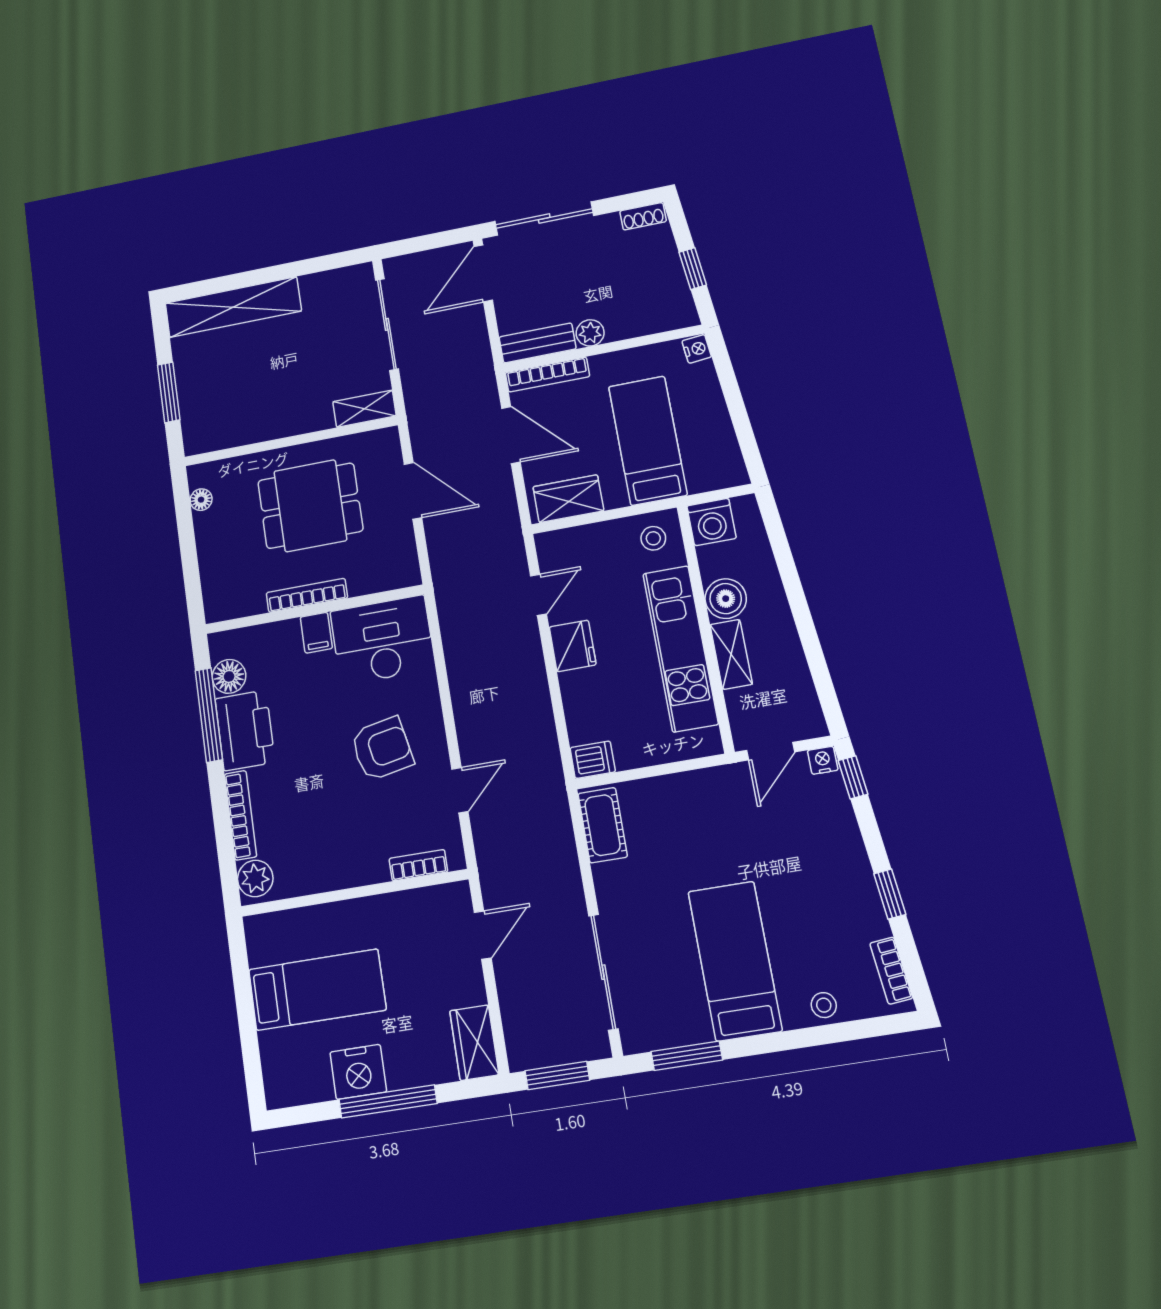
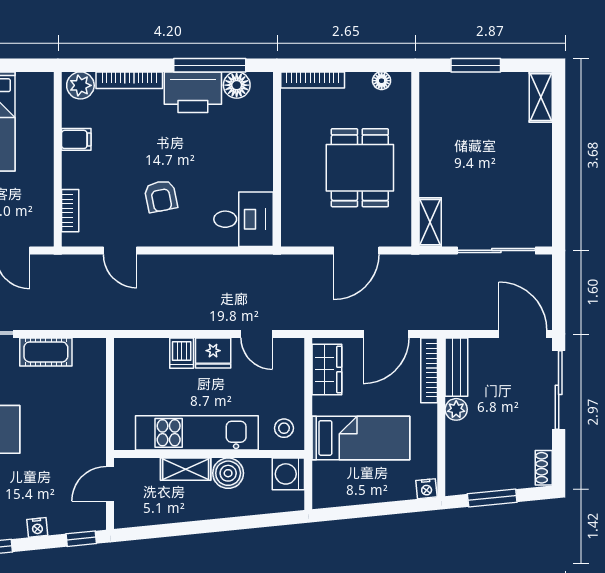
window: (693, 269) -> (492, 498), width x1.50
shelving: (233, 307) -> (541, 97), width x0.45, depth x0.75
bookcase: (307, 595) -> (313, 80), moved, turned 90
filing cabinet: (316, 633) -> (76, 139), moved, turned 180
desk: (382, 640) -> (243, 219), width x0.73
armchair: (382, 749) -> (161, 196), width x0.72, depth x0.72
door: (771, 751) -> (110, 484), hinge flipped
dishwasher: (593, 760) -> (182, 353), moved
nightstand: (823, 760) -> (37, 527), moved, turned 84
cot: (603, 825) -> (46, 352), moved

